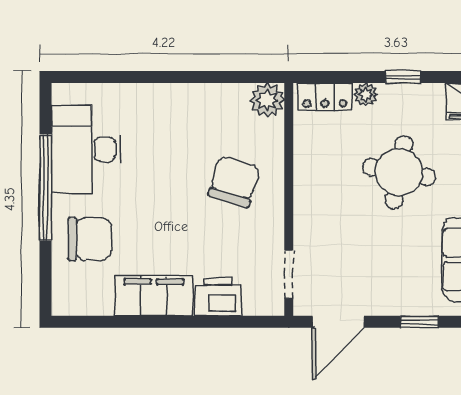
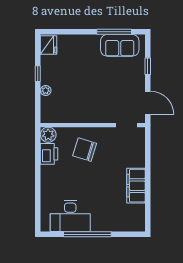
locker: (325, 97) -> (47, 109), removed
round table: (399, 172) -> (81, 76), removed
chair: (90, 239) -> (111, 214), removed
printer: (218, 297) -> (49, 154), moved, turned 180

